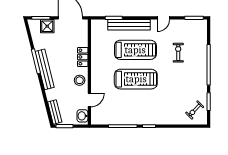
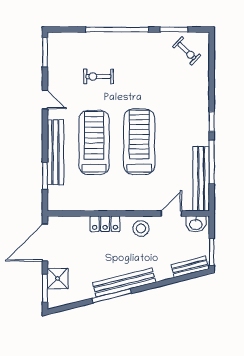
door: (89, 100) -> (171, 213), hinge flipped
bench: (112, 119) -> (201, 179), added

